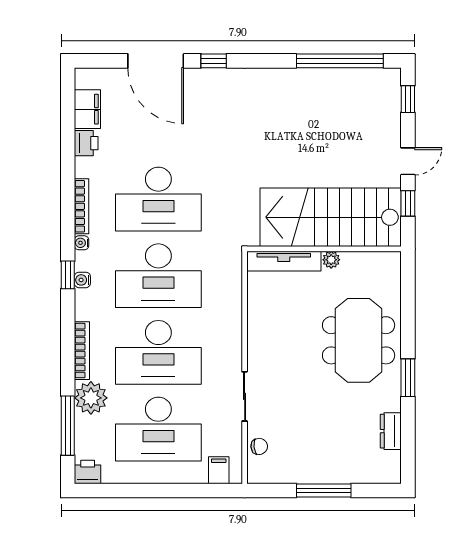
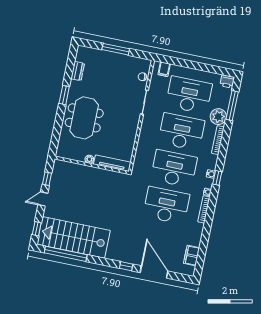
printer: (86, 143) -> (195, 239), removed
stairs: (331, 217) -> (74, 237), moved, turned 180

